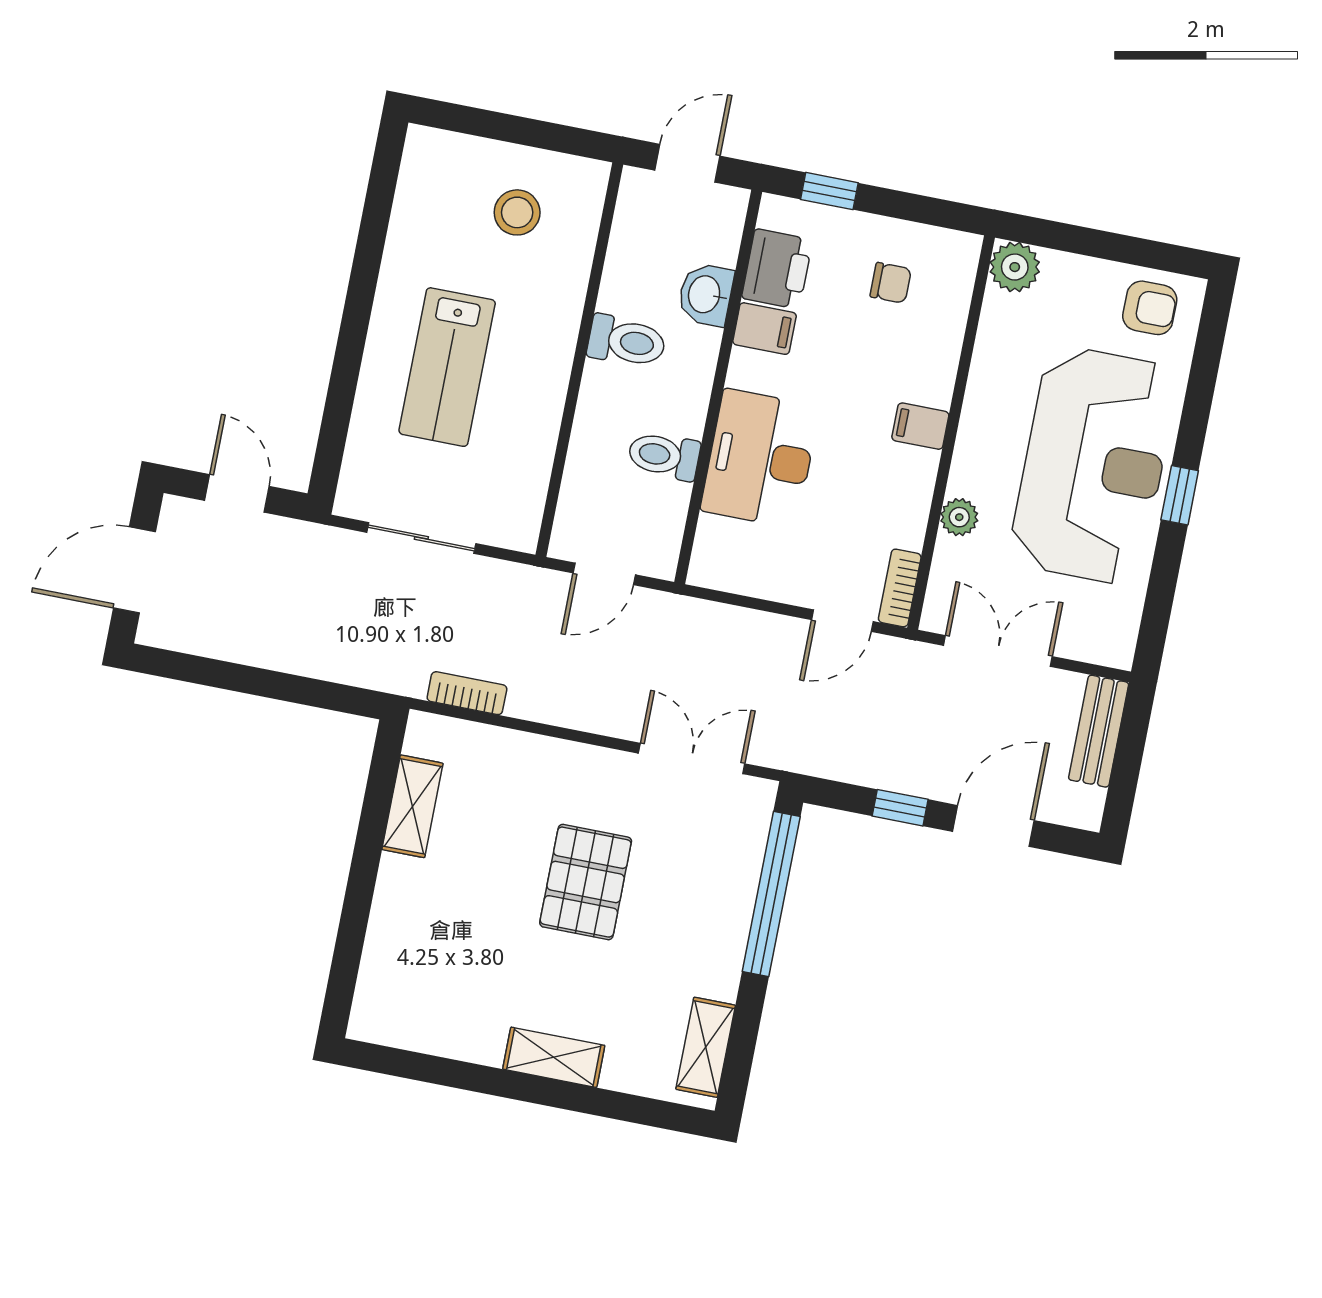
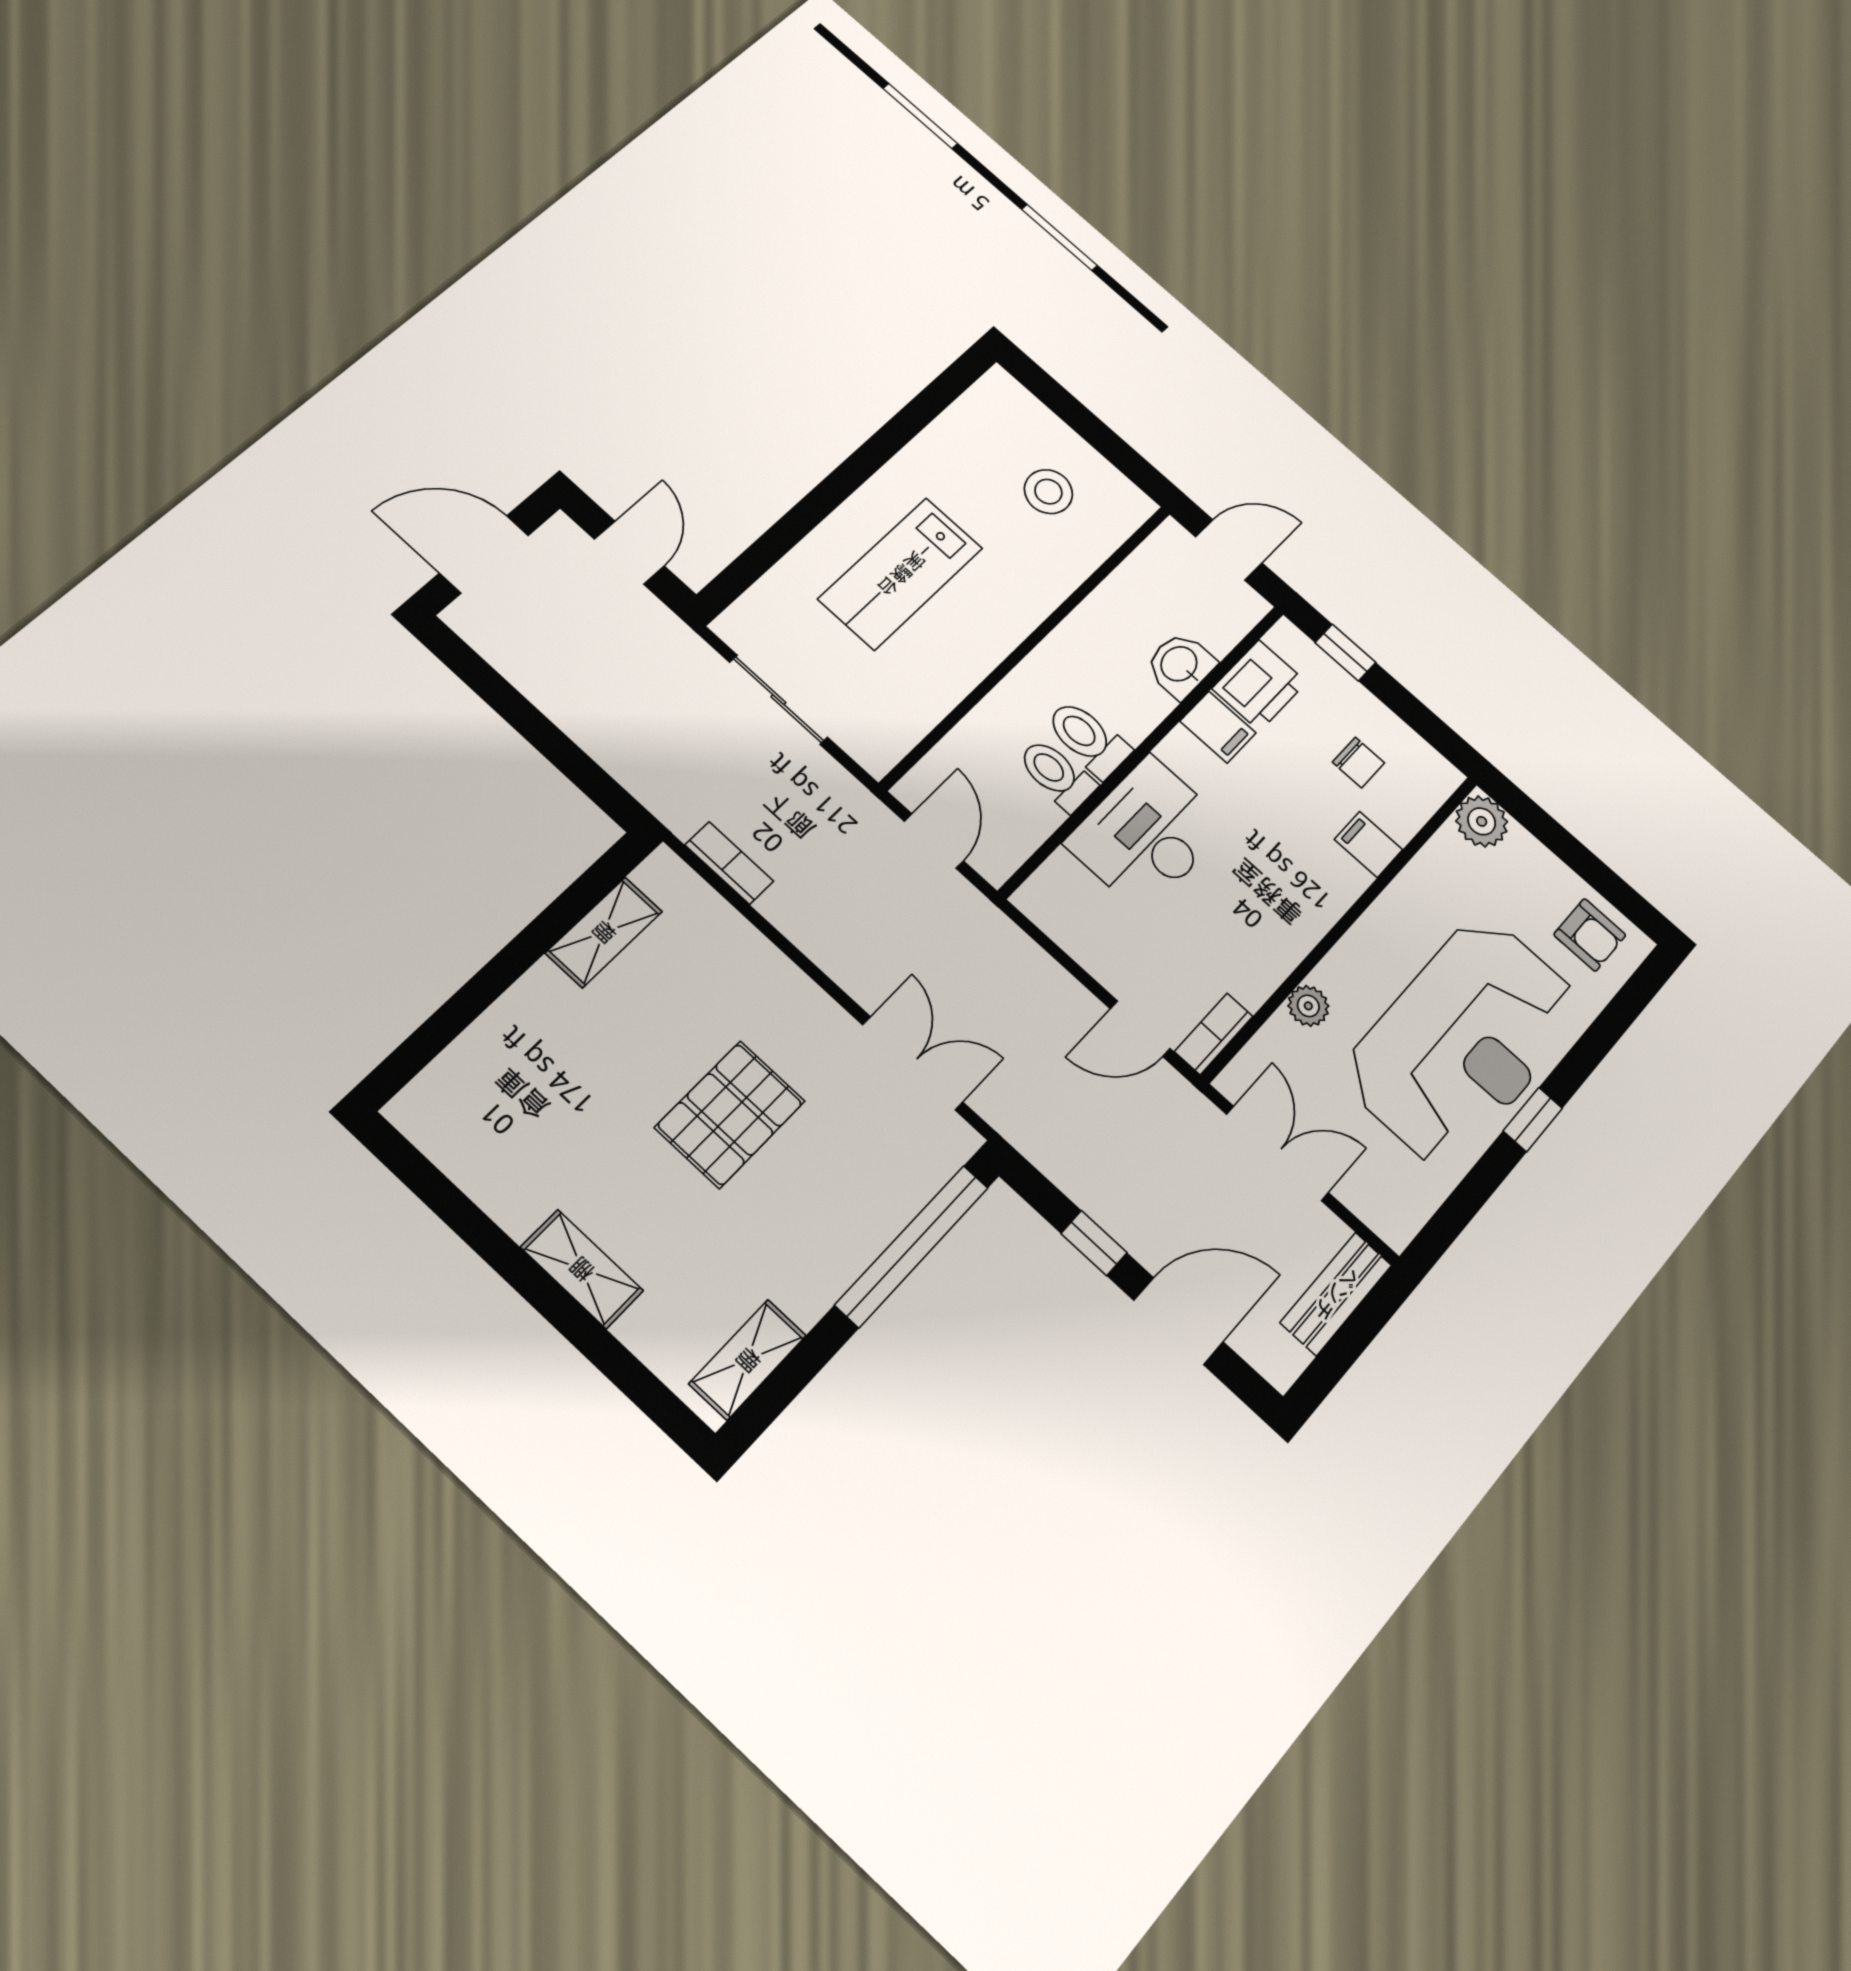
toilet: (627, 341) -> (1088, 739), moved, turned 180
filing cabinet: (920, 426) -> (1368, 845), moved
door: (604, 574) -> (934, 841), swing flipped

